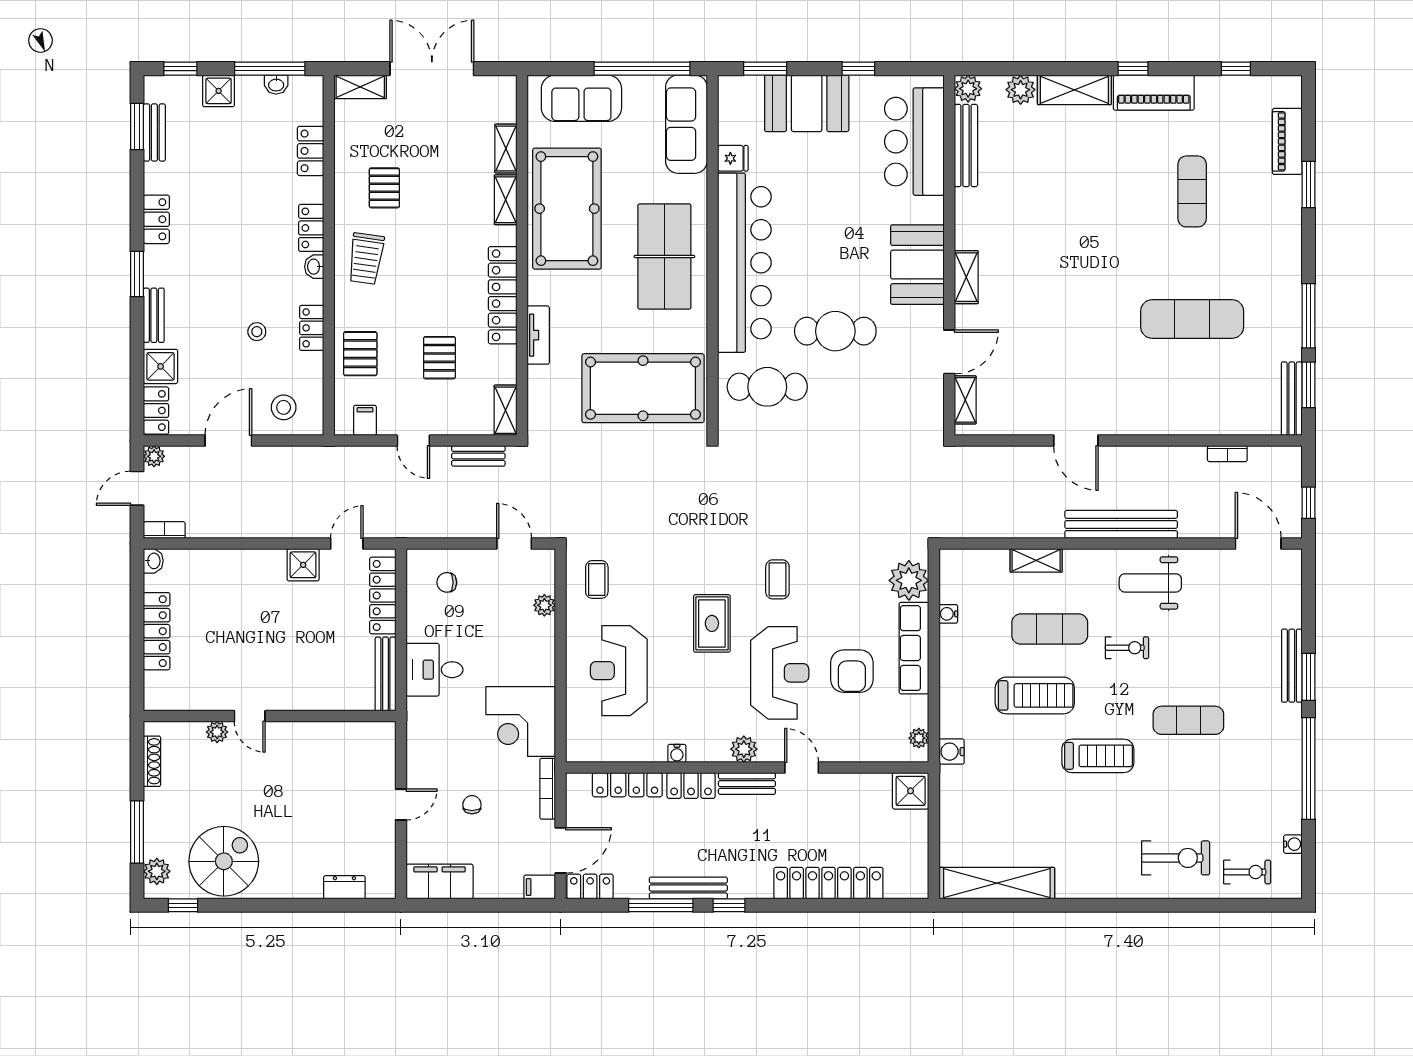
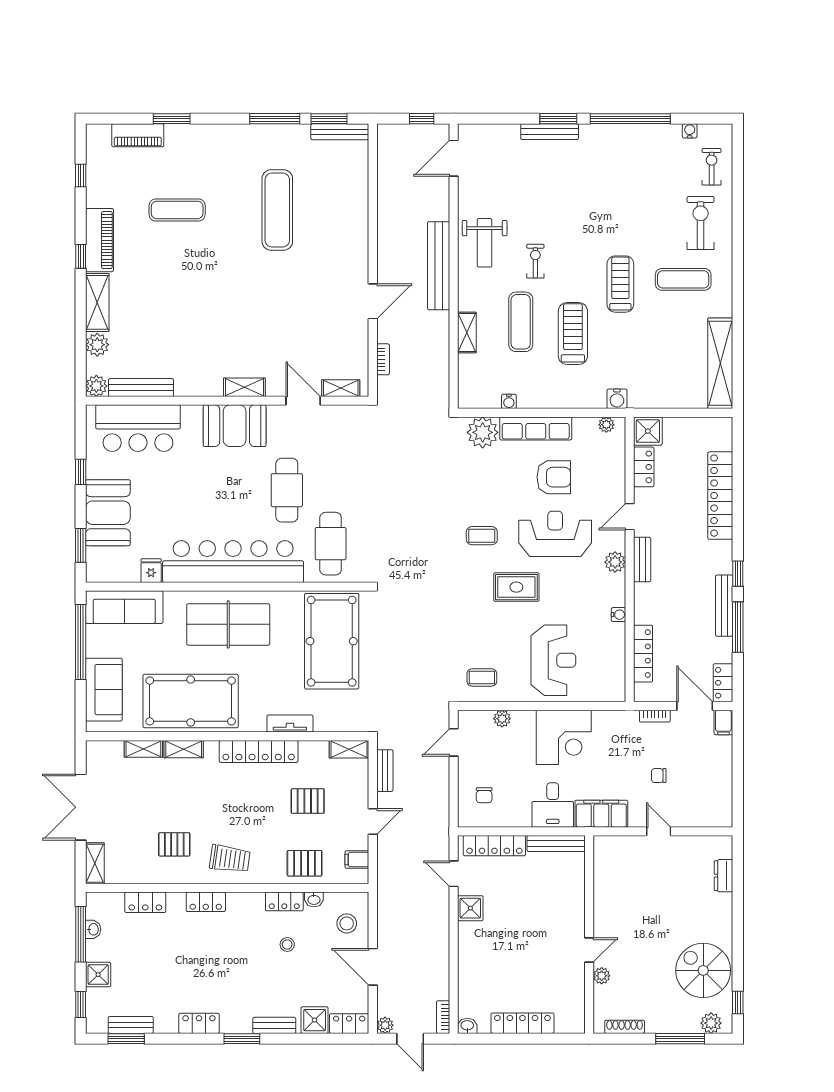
washbasin: (314, 267) -> (314, 899), moved
bookcase: (1227, 454) -> (383, 359), moved
reception desk: (619, 671) -> (553, 660), turned -90
exercise mat: (1188, 720) -> (683, 279), moved, turned 90
corner desk: (521, 722) -> (564, 737), moved
locker: (691, 786) -> (644, 467), moved
bookcase: (548, 789) -> (655, 716), width x0.64
filing cabinet: (440, 882) -> (601, 814), moved, turned 90

